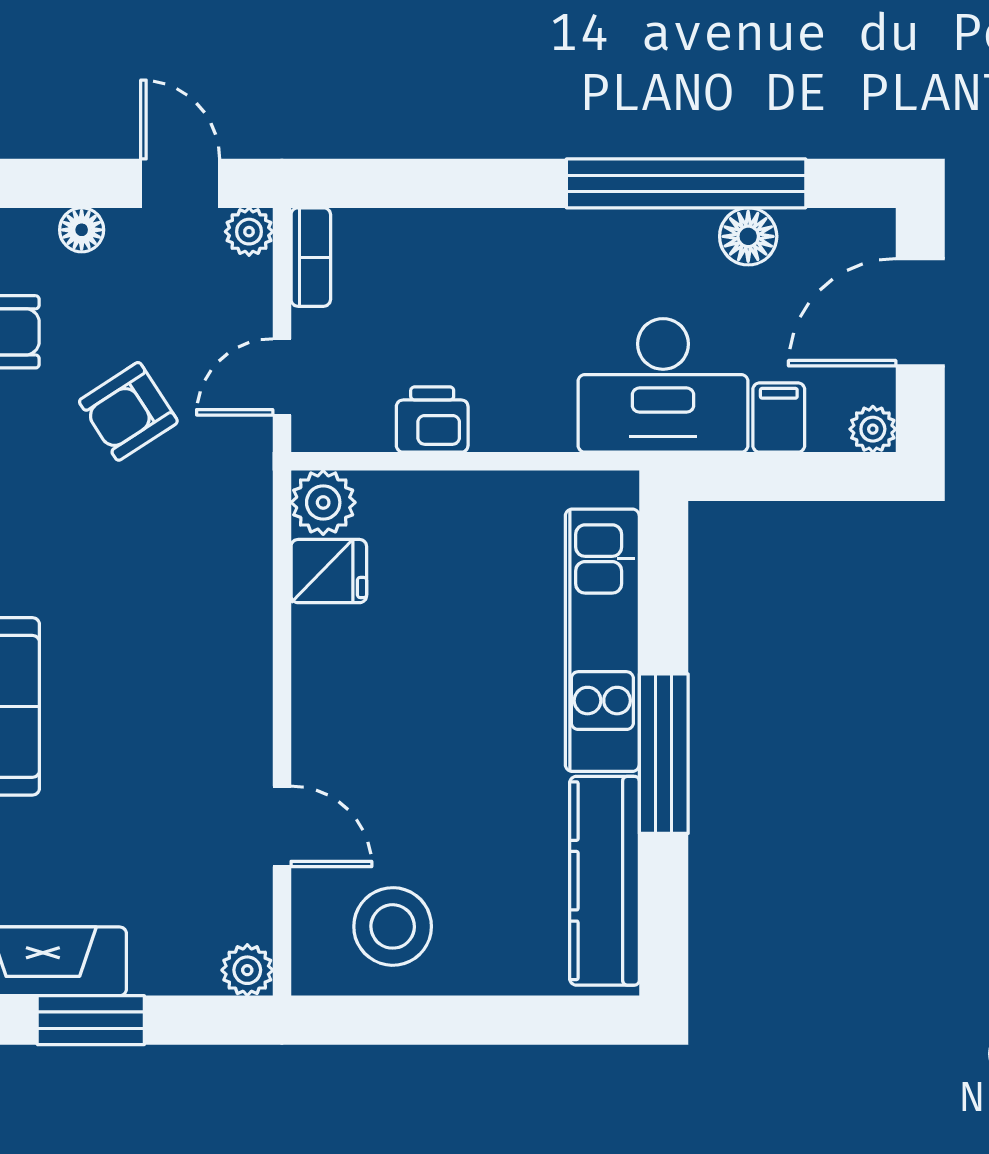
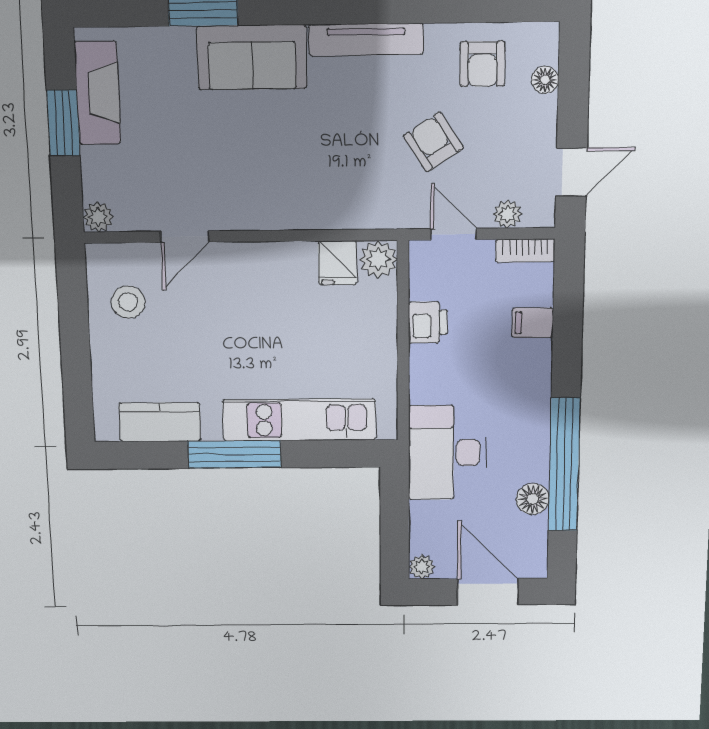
floor lamp: (82, 230) -> (545, 80), moved
plant: (249, 232) -> (508, 214), moved
filing cabinet: (779, 418) -> (533, 323), moved, turned 180
kitchen counter: (604, 881) -> (160, 422), width x0.67
stool: (393, 926) -> (128, 302), width x0.73, depth x0.73

